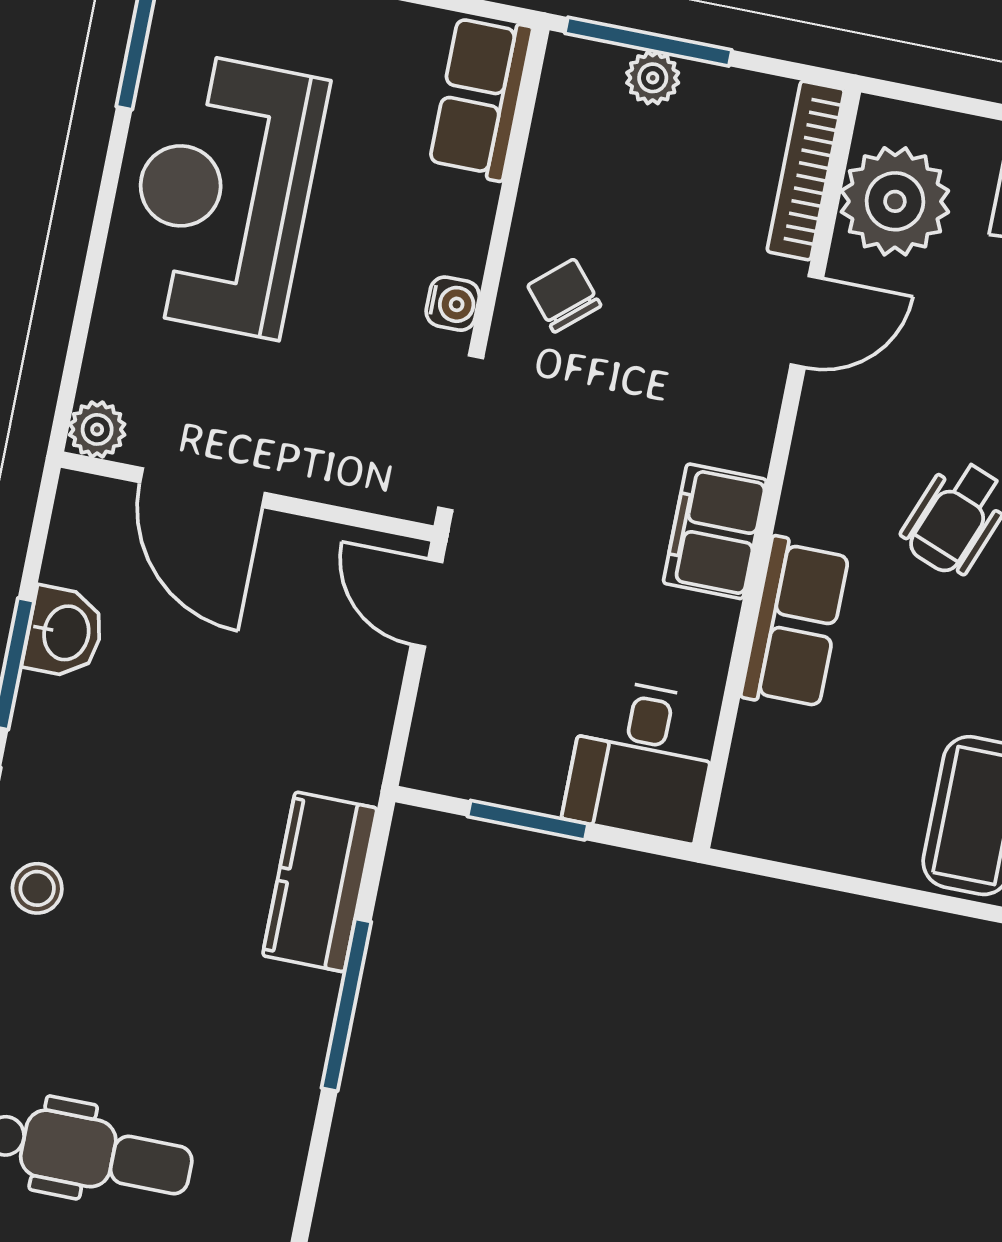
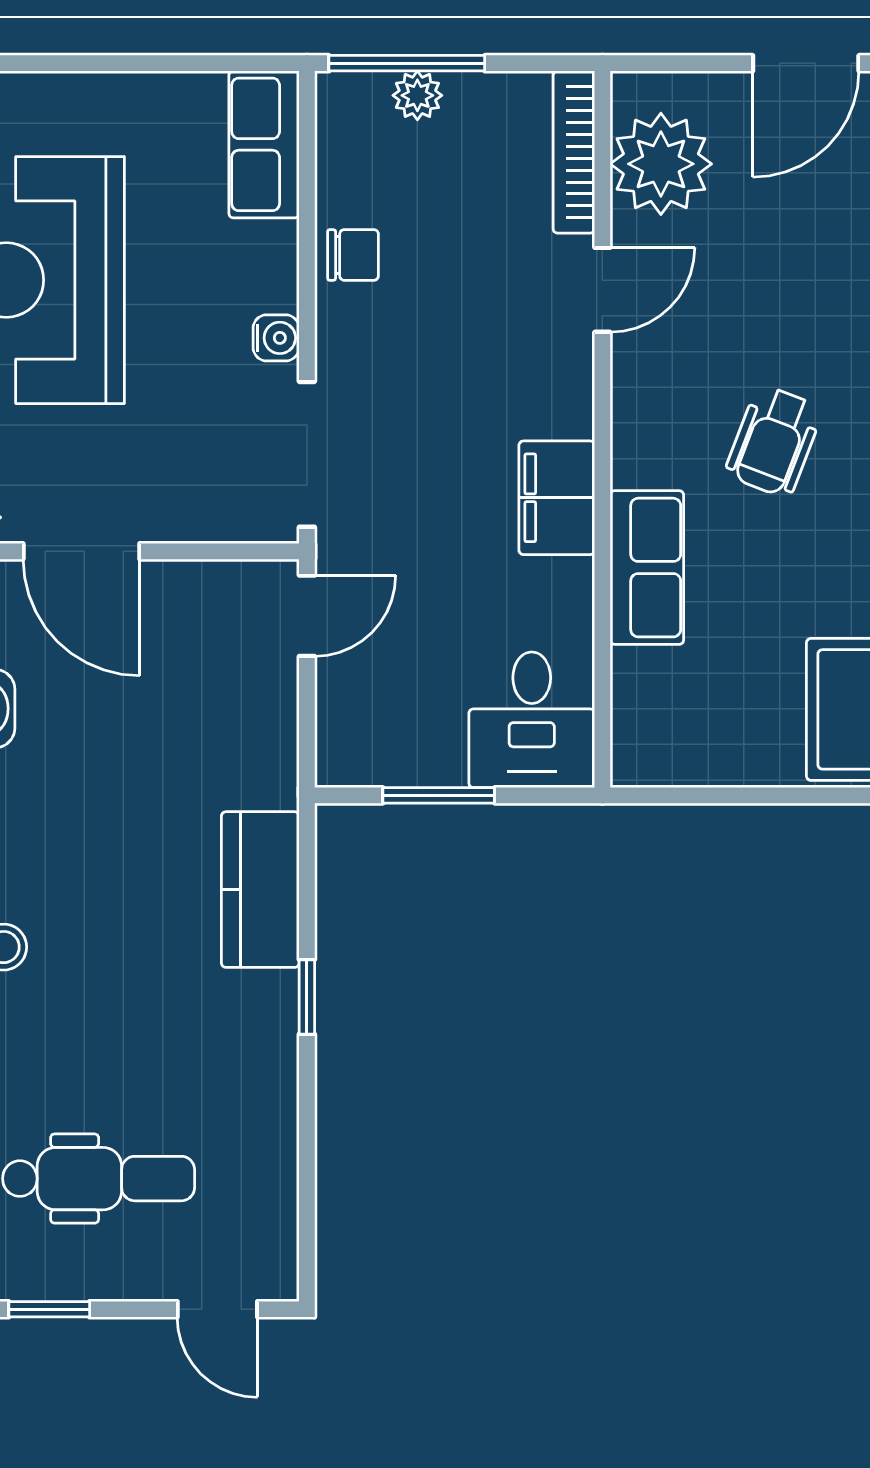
chair: (564, 296) -> (353, 255), moved, turned 131
door: (427, 603) -> (307, 616), swing flipped
window: (346, 1005) -> (307, 997), width x0.46

